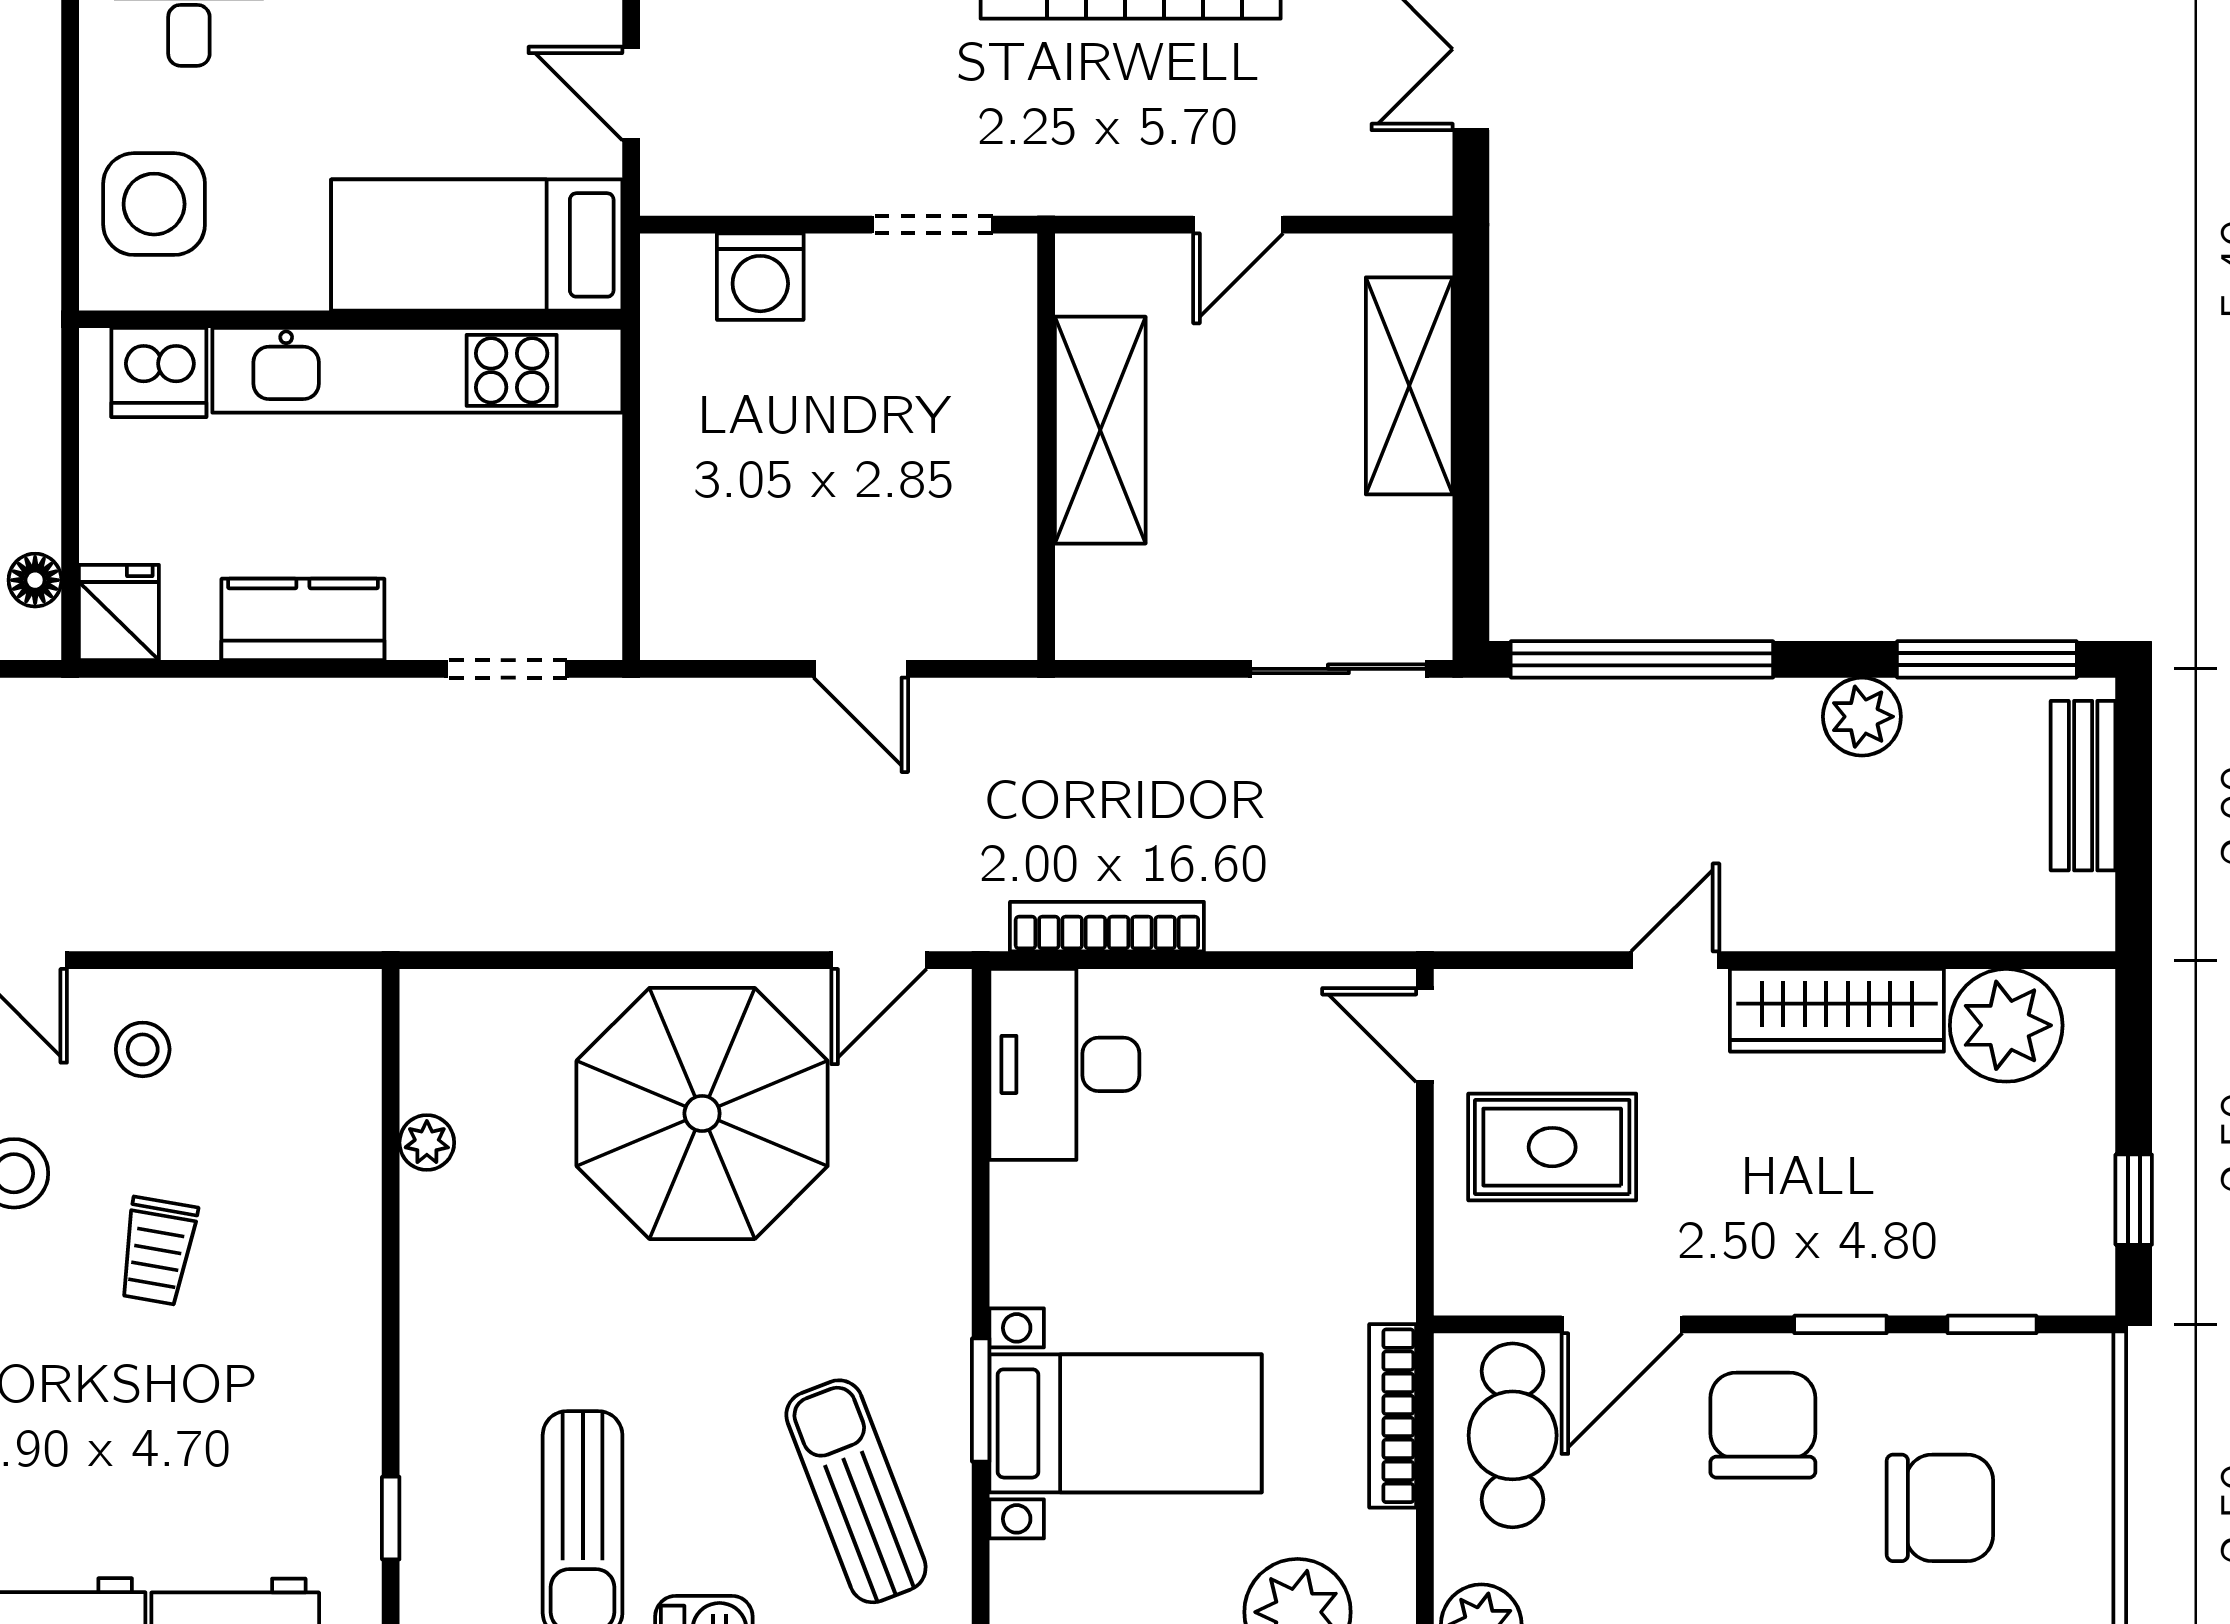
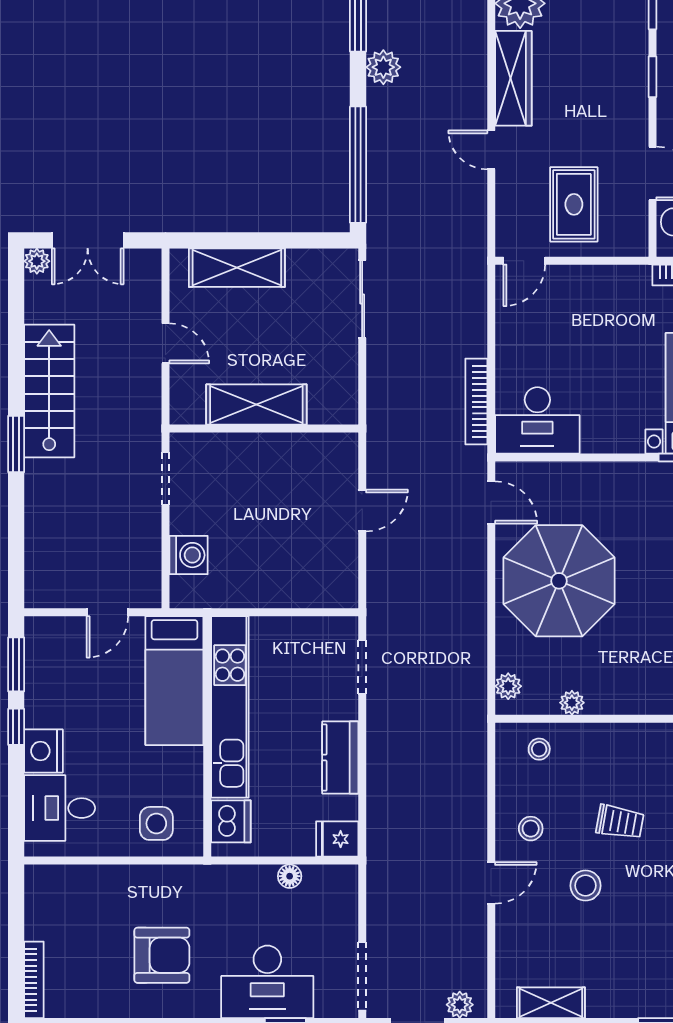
side table: (154, 204) -> (156, 823), width x0.73, depth x0.73
floor lamp: (35, 580) -> (290, 876), moved
plant: (464, 999) -> (508, 686), added
stool: (322, 1069) -> (539, 749), added

